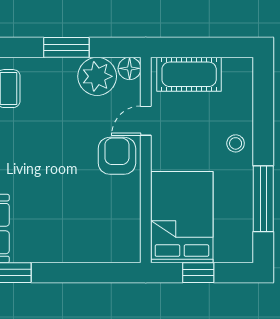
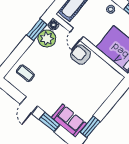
window: (66, 47) -> (37, 30), moved

